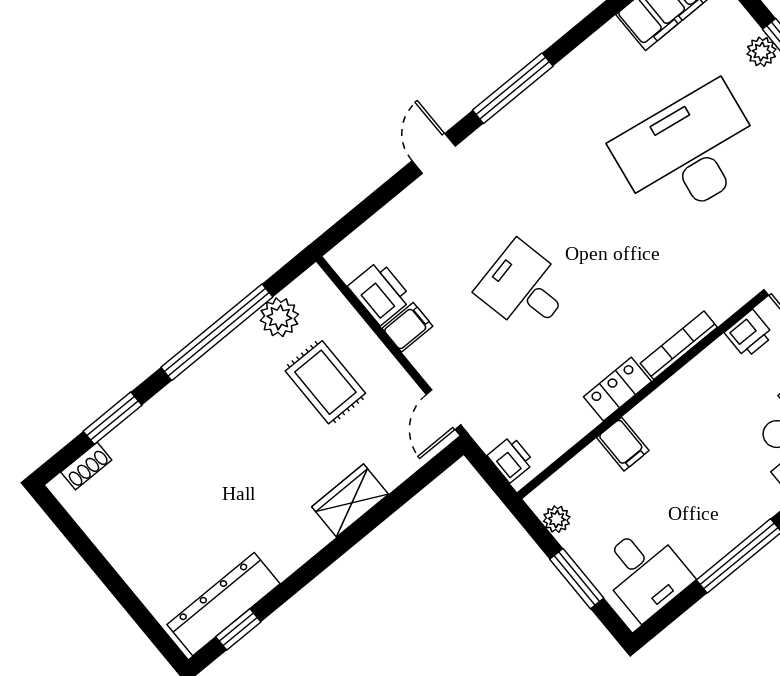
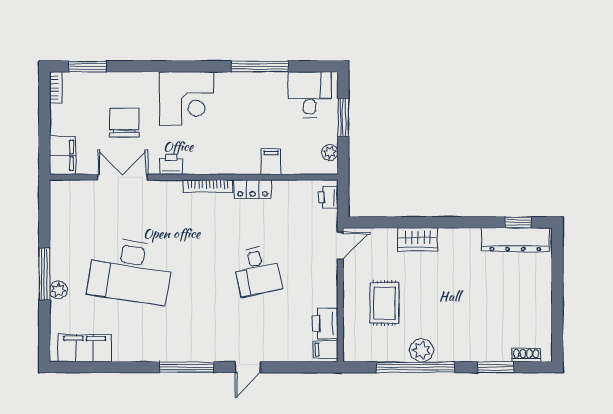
plant: (279, 317) -> (422, 350), moved
filing cabinet: (407, 327) -> (326, 350), moved

